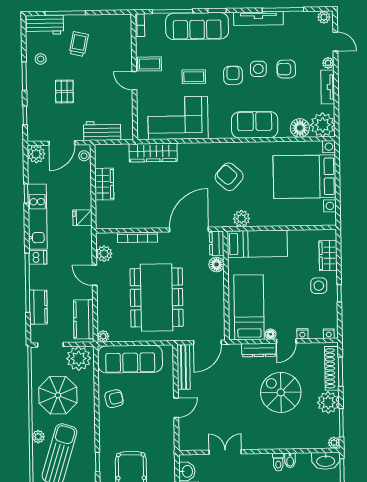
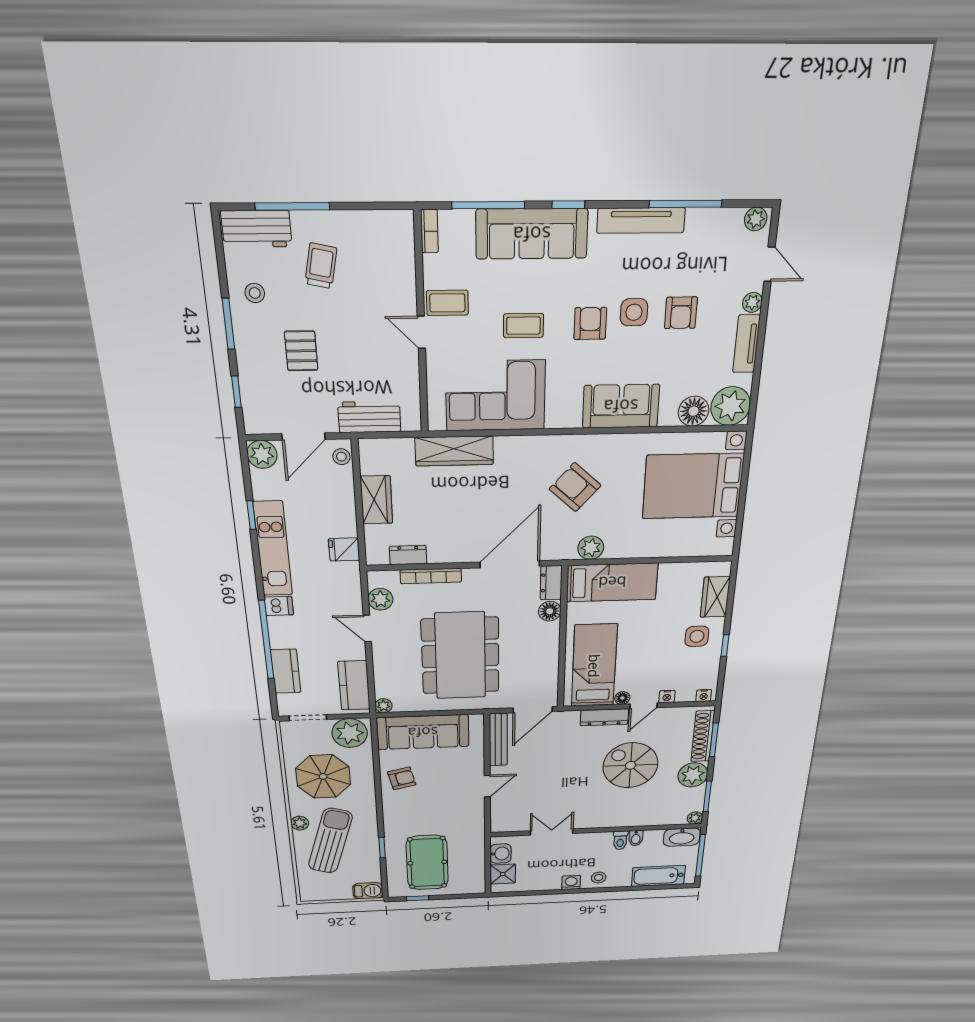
armchair: (286, 69) -> (681, 313), turned -90
dresser: (123, 222) -> (408, 555), added

